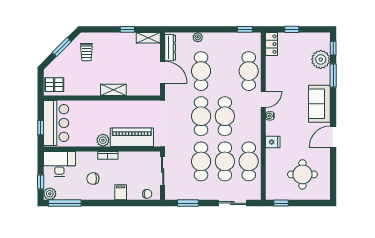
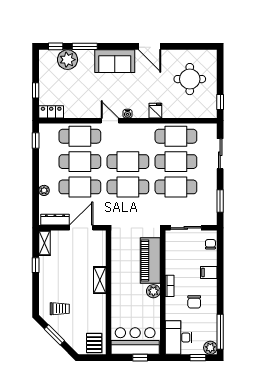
cafe table: (225, 71) -> (80, 162), added

